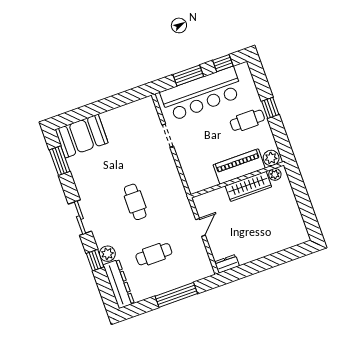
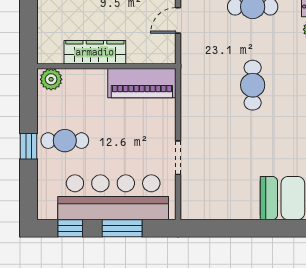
piano: (239, 166) -> (142, 83), moved
plant: (275, 174) -> (54, 56), removed

